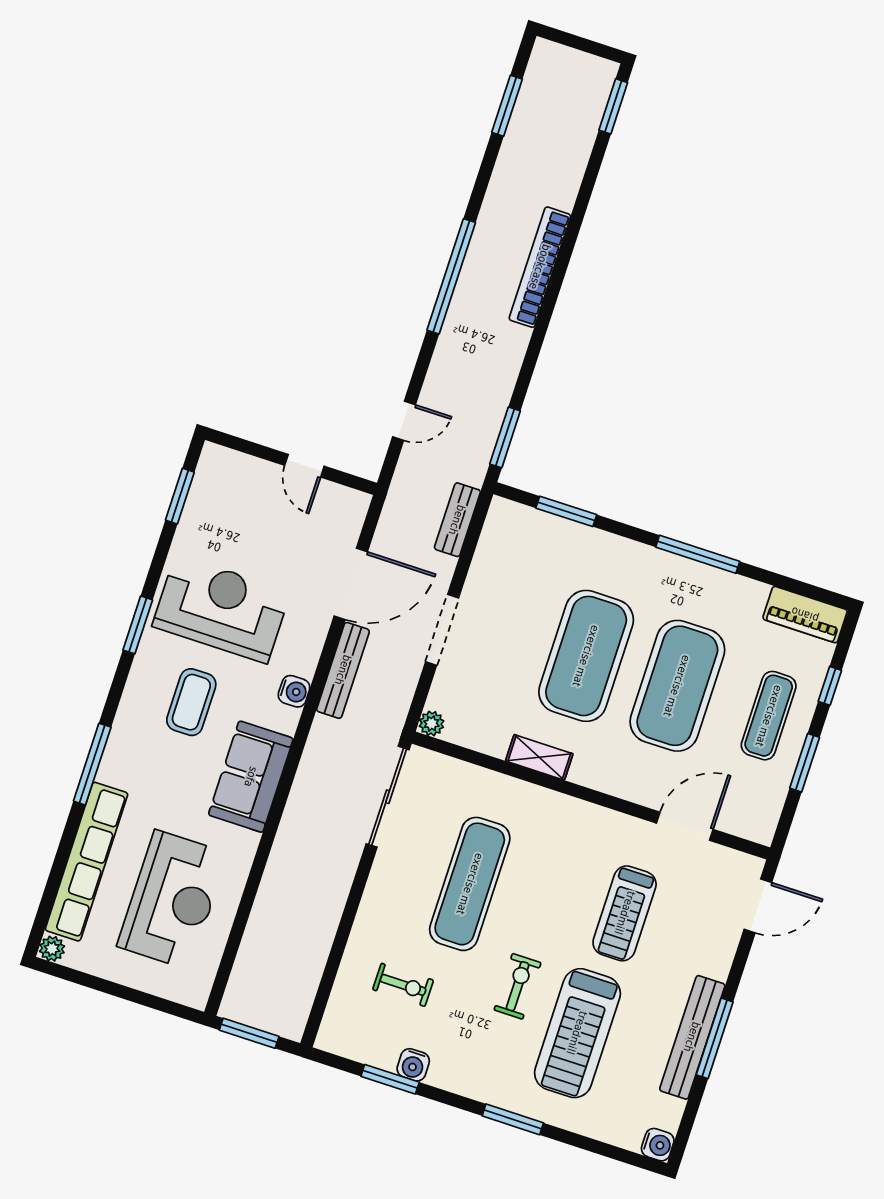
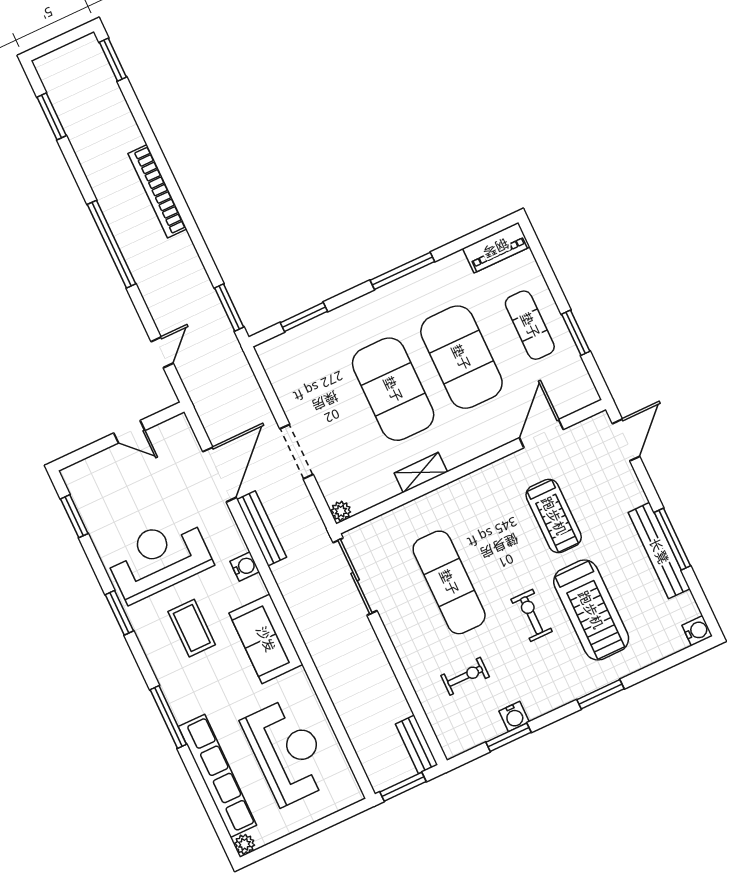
bench: (457, 520) -> (417, 744), moved
window: (830, 686) -> (549, 275), removed

